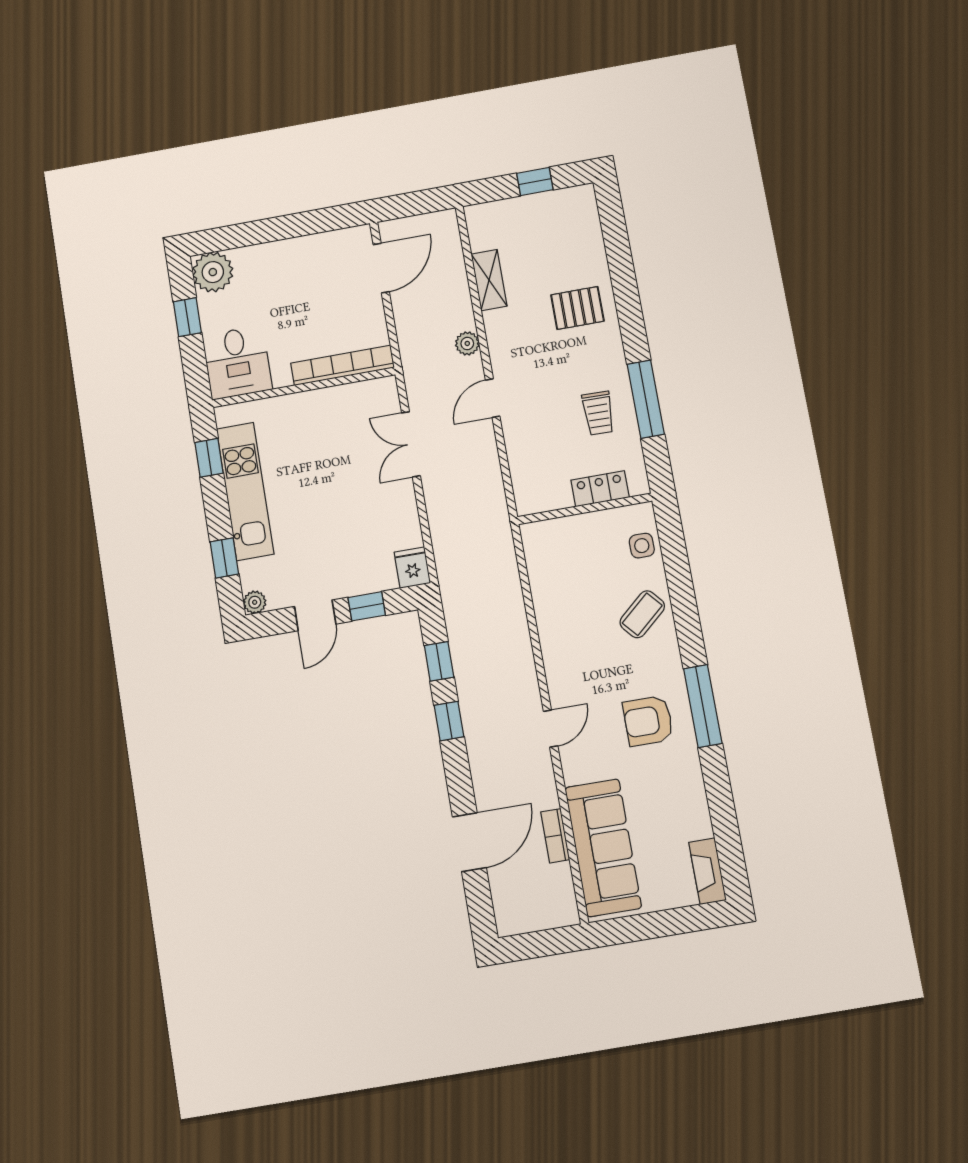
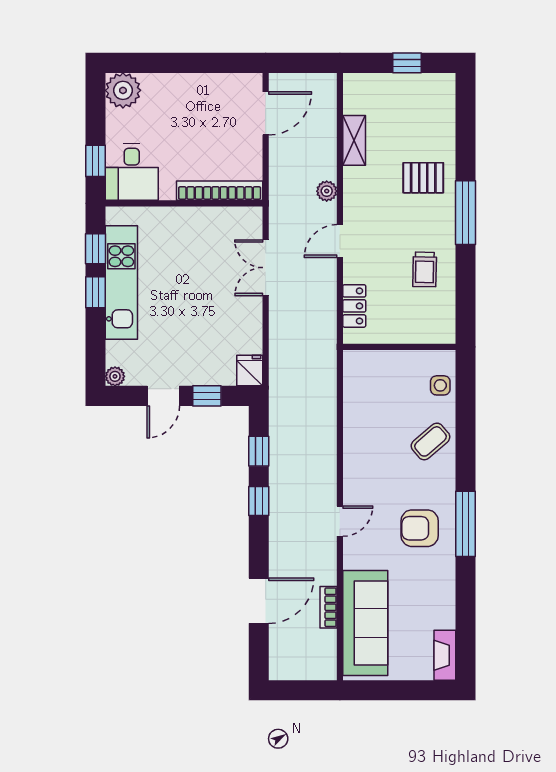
window: (187, 317) -> (95, 161), moved
window: (646, 399) -> (466, 213), moved
locker: (600, 489) -> (354, 306), moved, turned 90
window: (224, 558) -> (95, 292), moved

